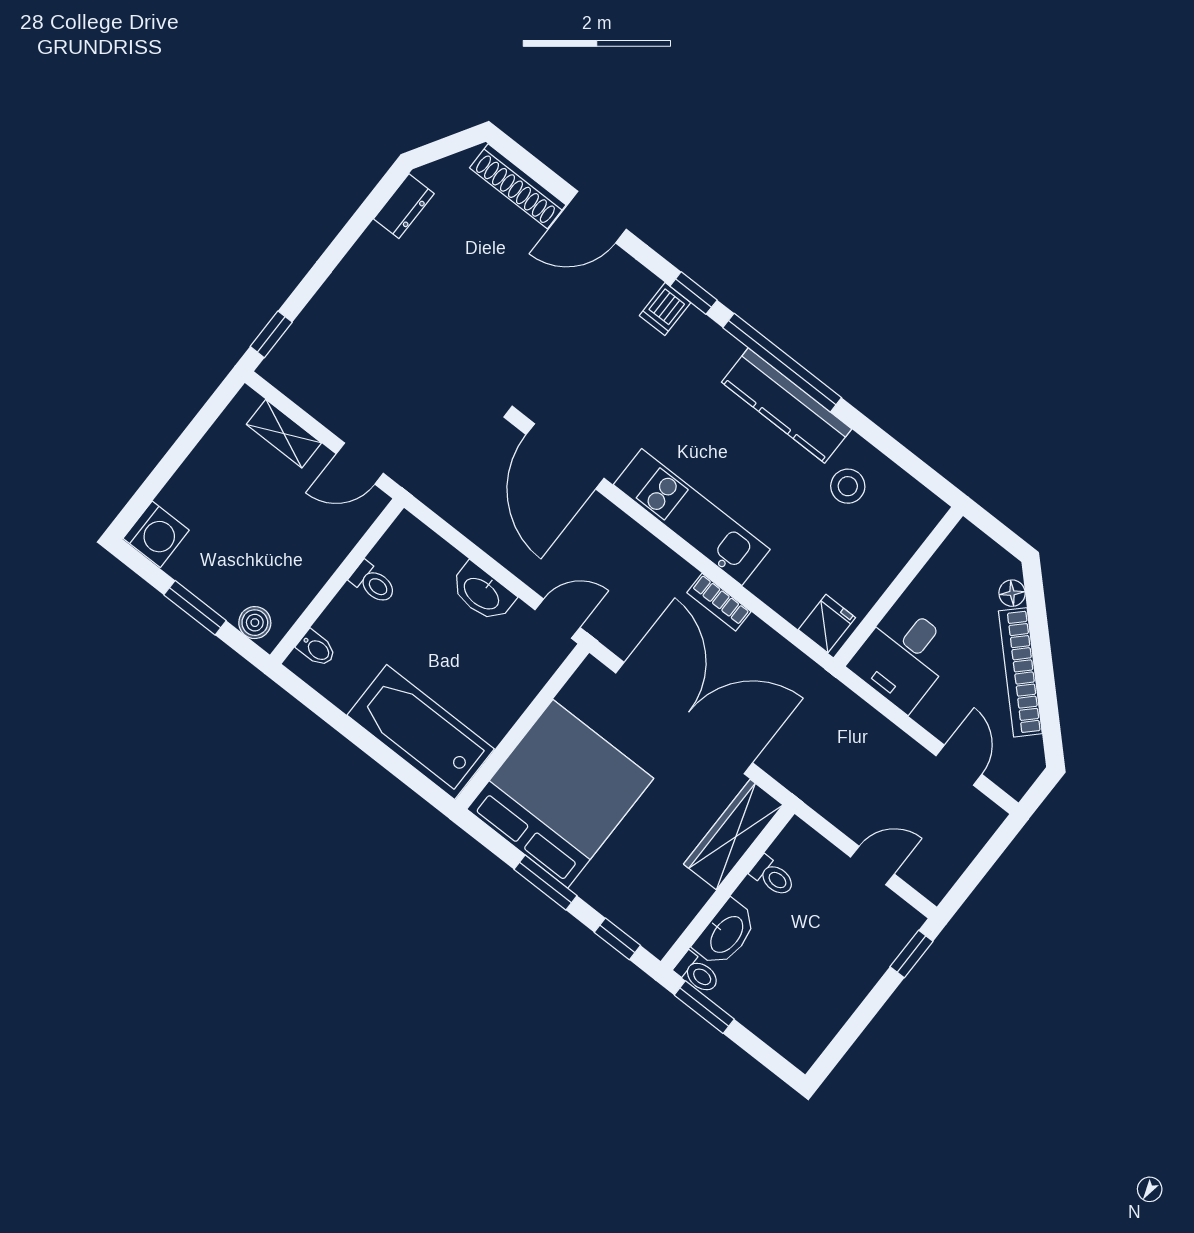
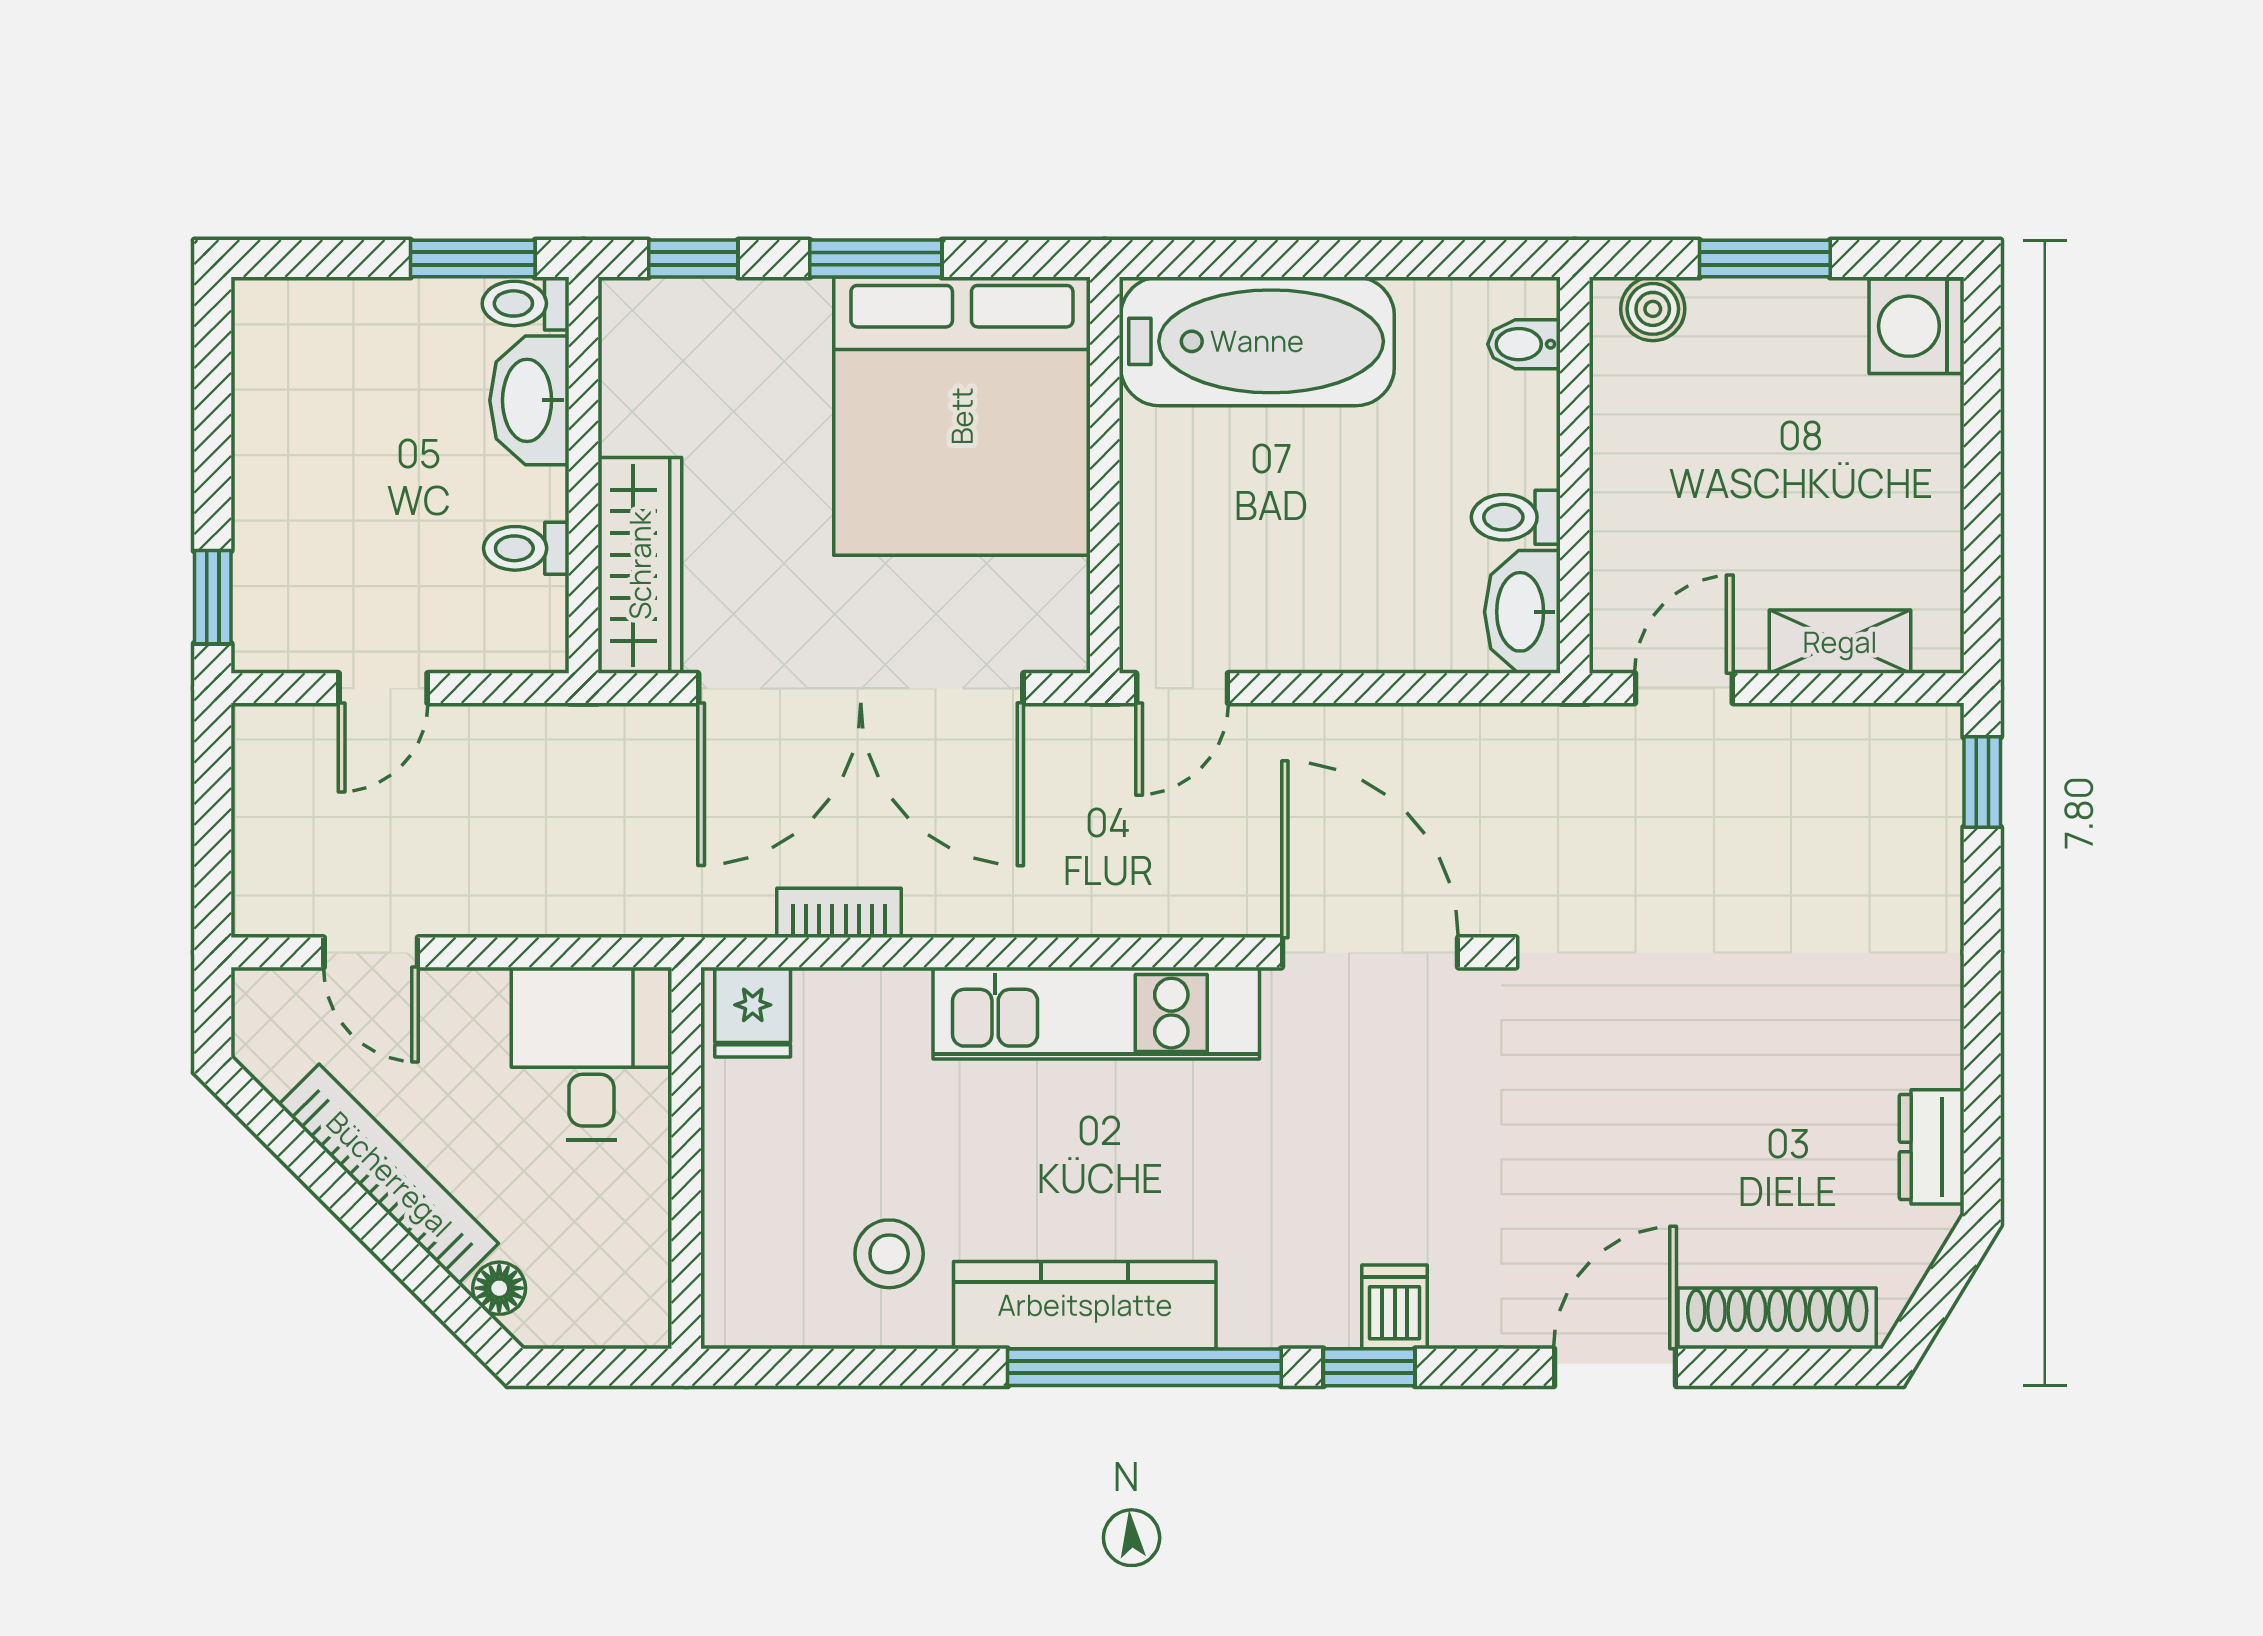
washbasin: (482, 593) -> (1522, 612), moved, turned -90
bookcase: (719, 602) -> (839, 913), moved

